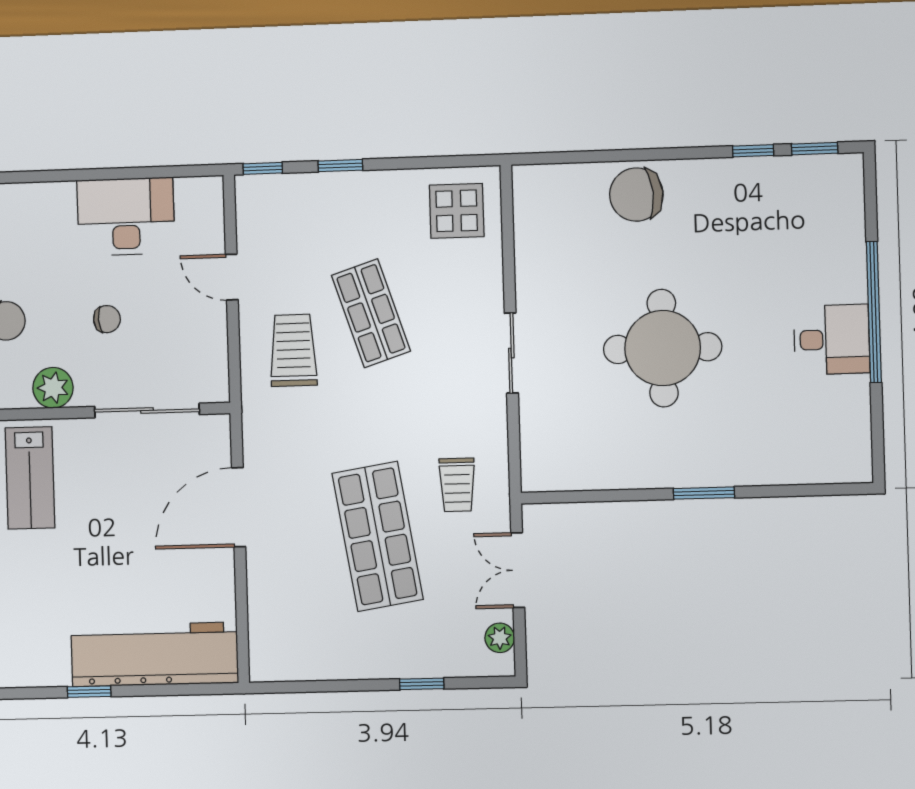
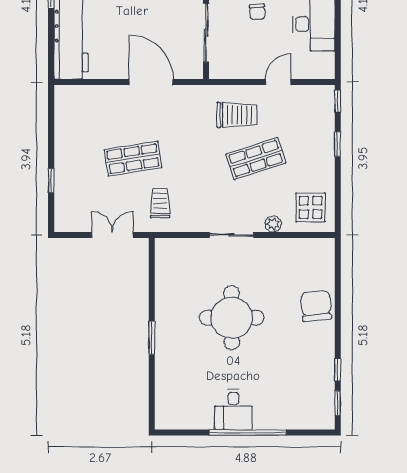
trolley: (457, 485) -> (160, 203), turned 90
shop shelf: (378, 536) -> (133, 159), width x0.70, depth x0.74
plant: (500, 638) -> (273, 224), moved

